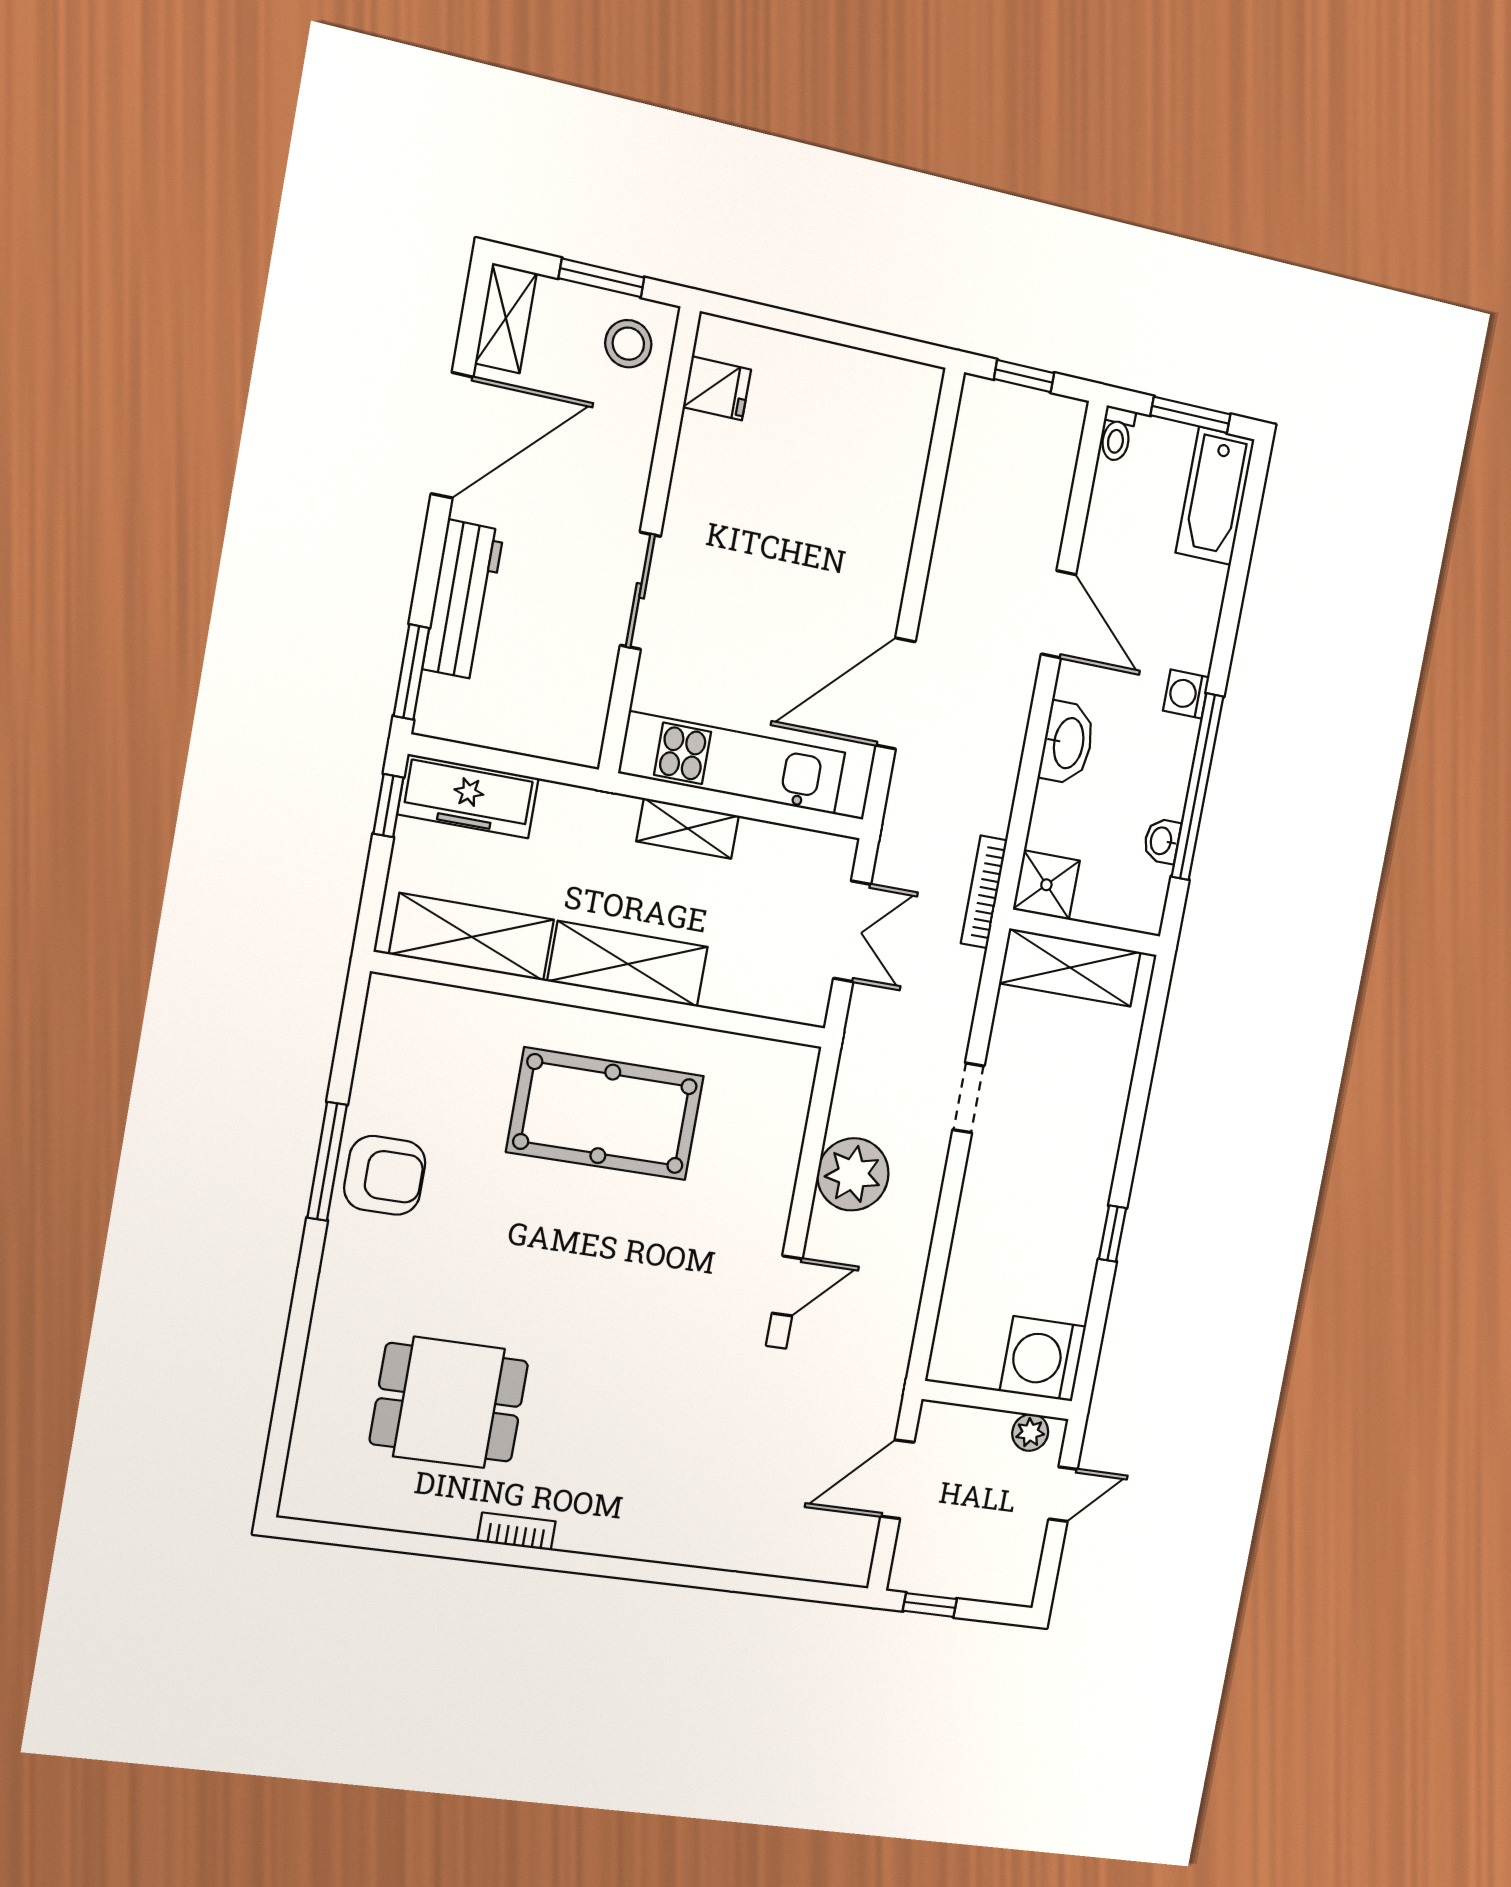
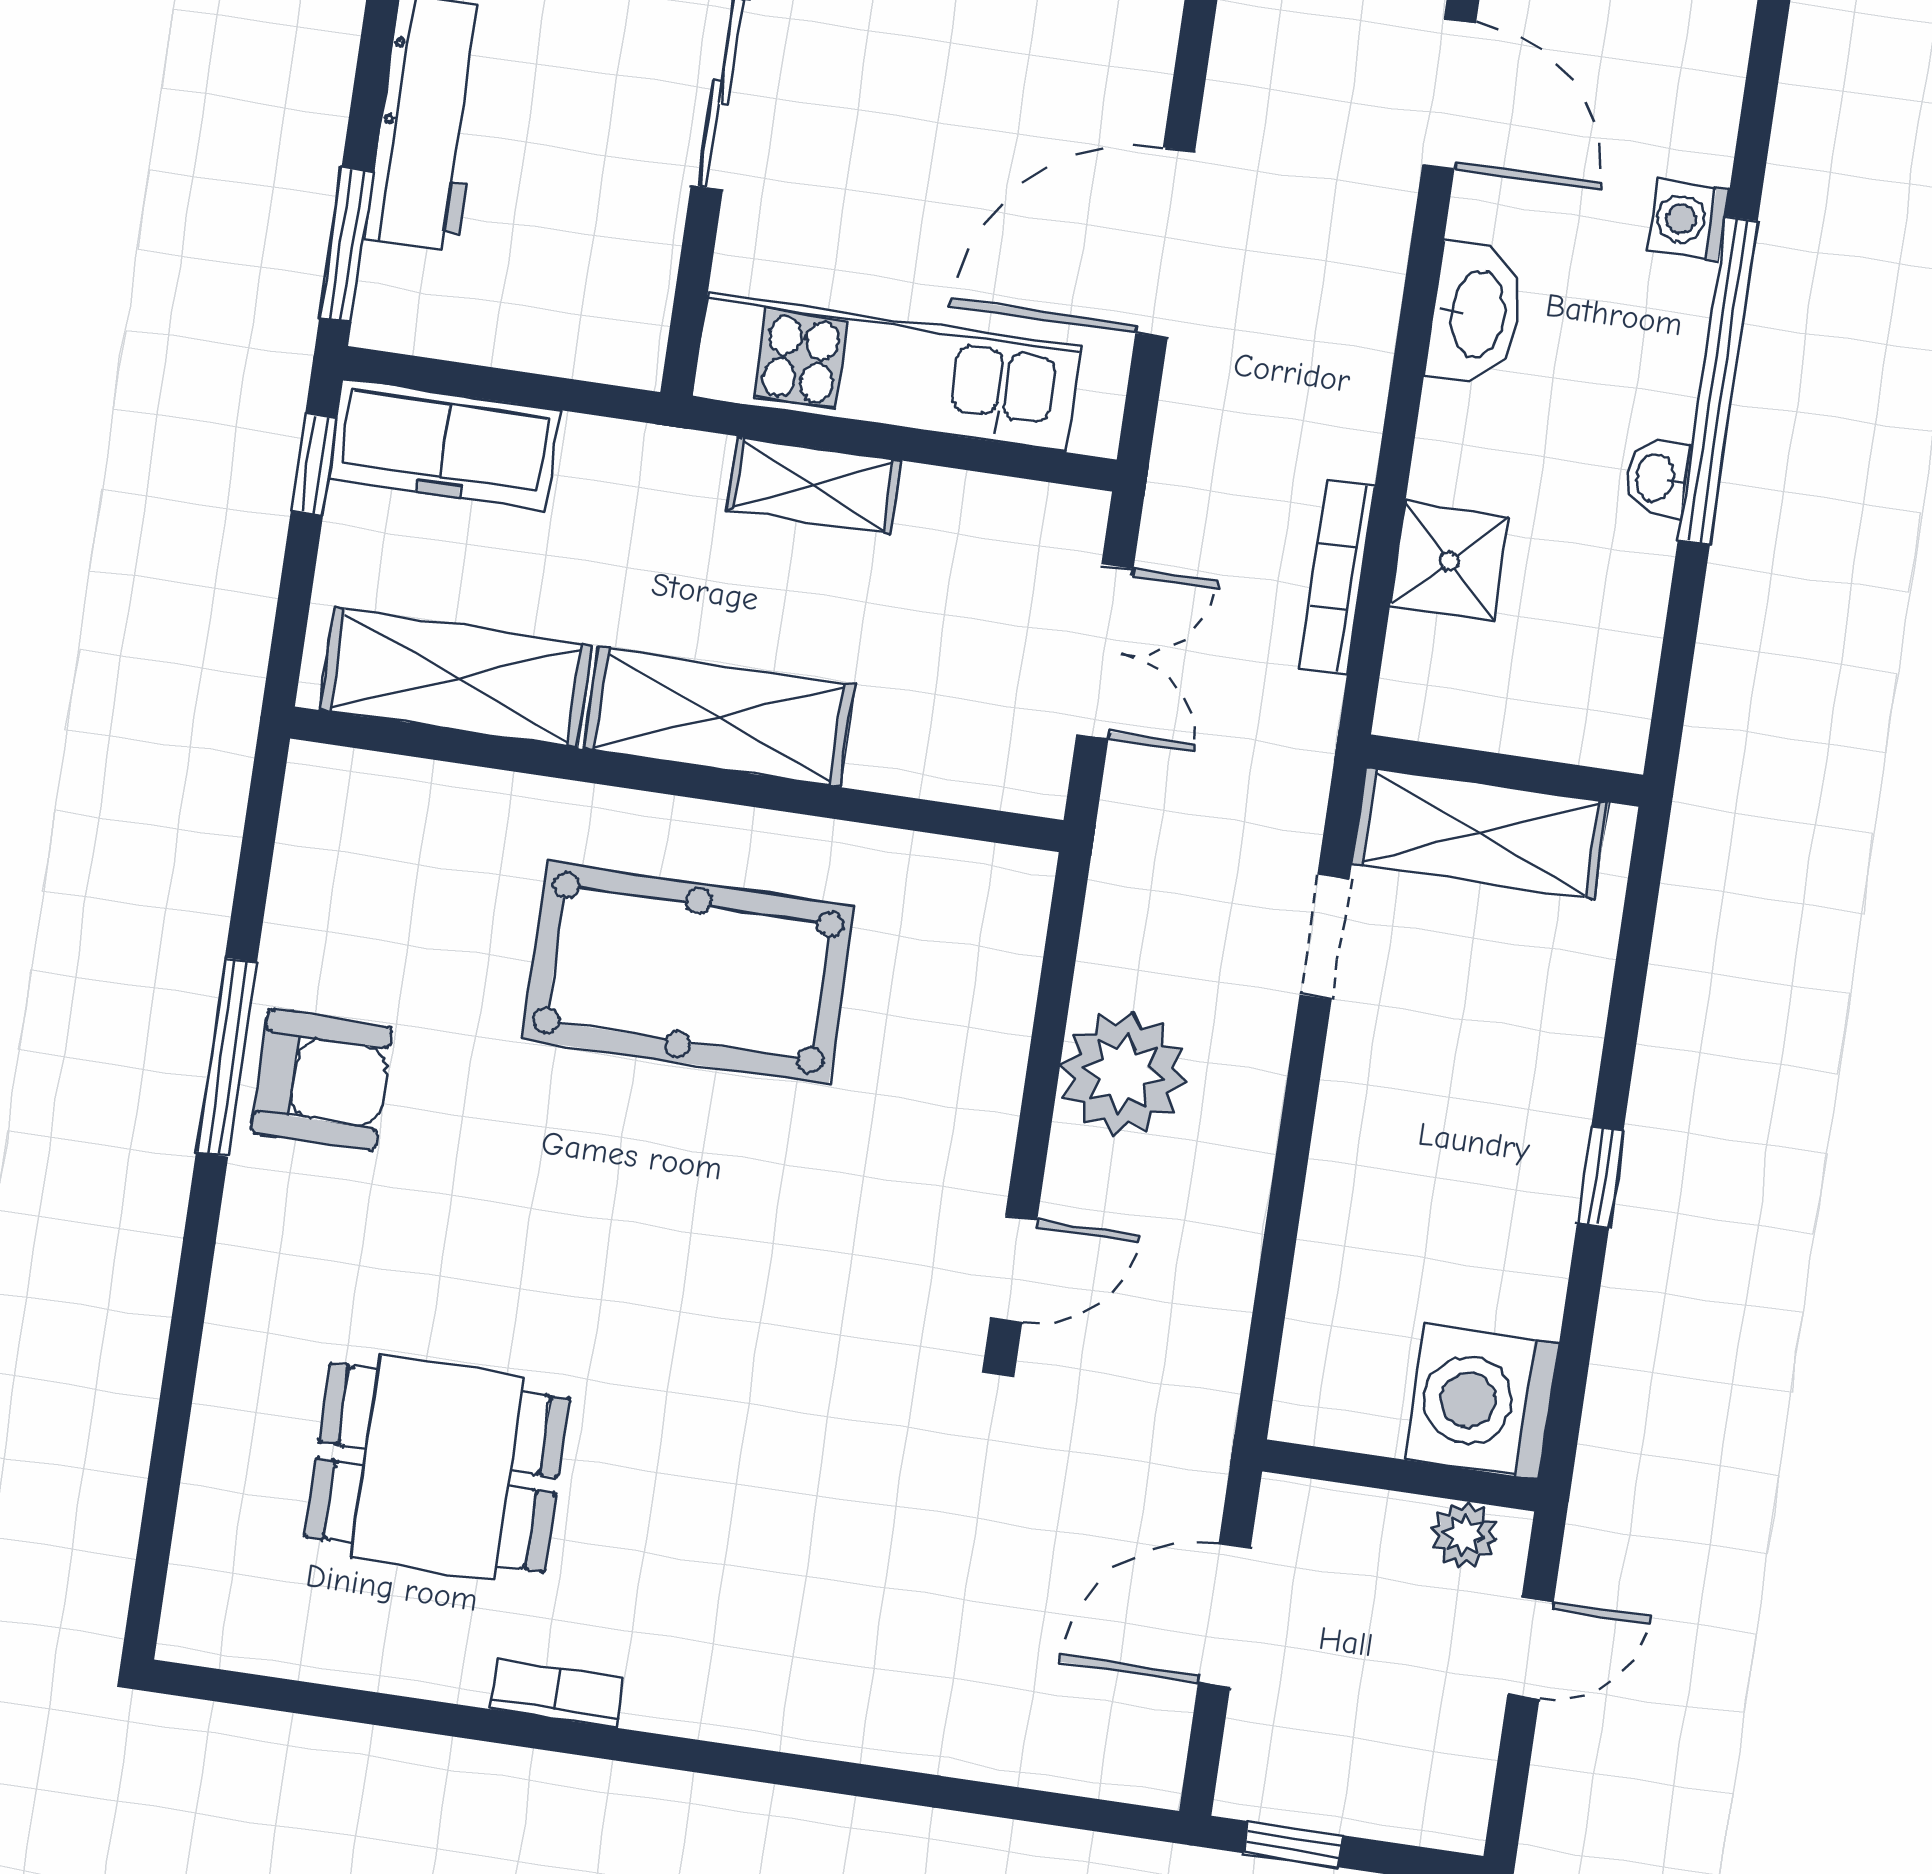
wall: (1085, 932) -> (1505, 771), moved
shelving: (1070, 968) -> (1480, 833), moved

